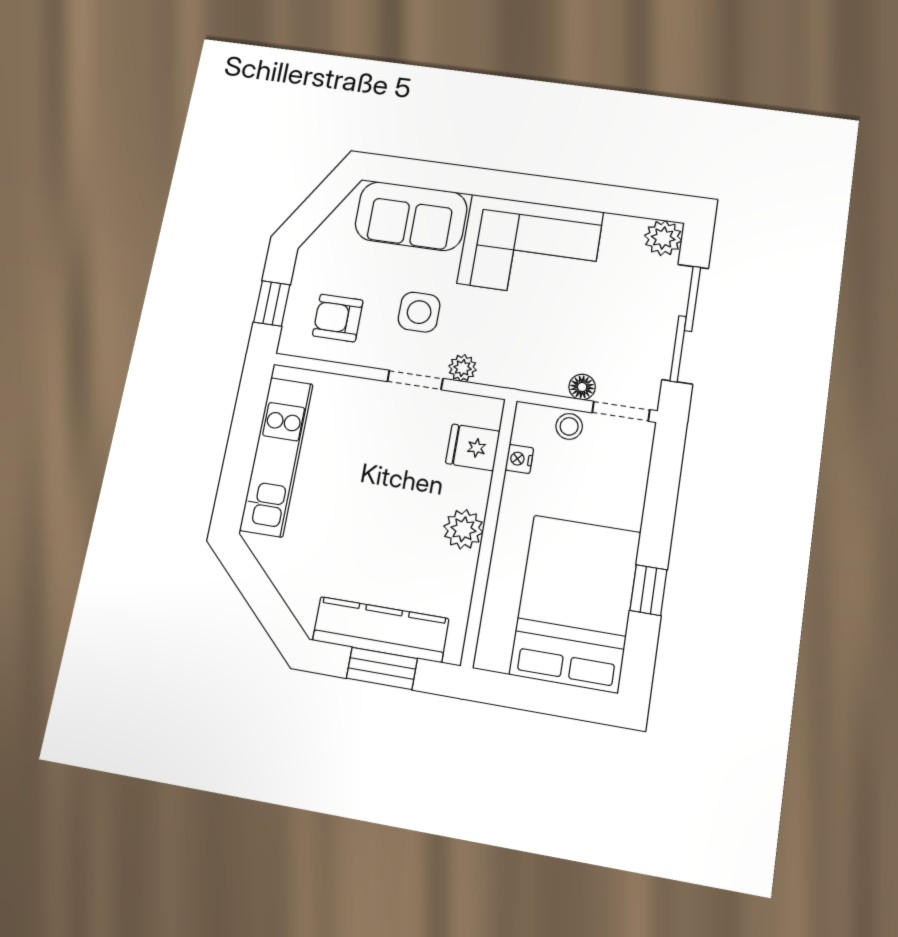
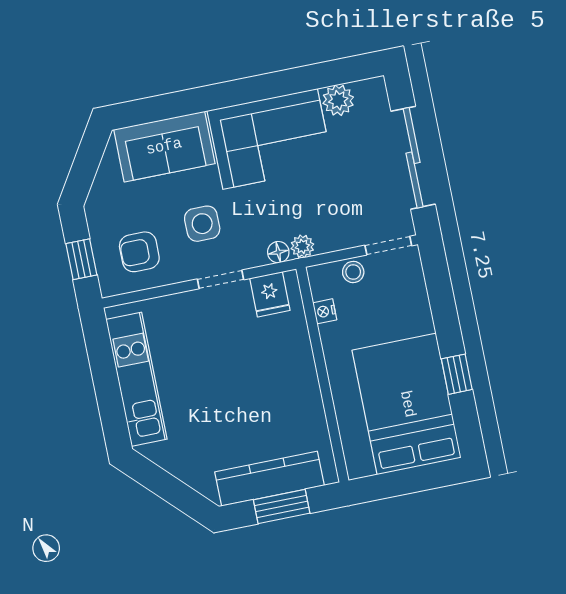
plant: (663, 238) -> (338, 100), moved
plant: (463, 368) -> (302, 246), moved
floor lamp: (582, 387) -> (278, 252), moved
fridge: (473, 447) -> (270, 294), moved, turned -90
plant: (463, 529) -> (303, 381), removed

